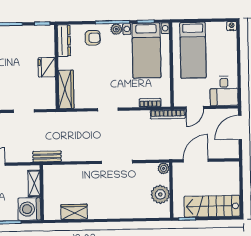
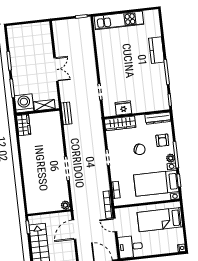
fridge: (47, 67) -> (123, 108), moved
chair: (101, 68) -> (140, 149), added
door: (196, 161) -> (74, 230), swing flipped
plant: (160, 194) -> (45, 205), removed
wardrobe: (74, 212) -> (24, 125), moved

